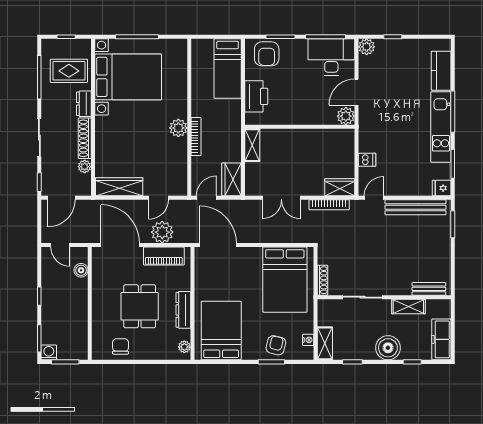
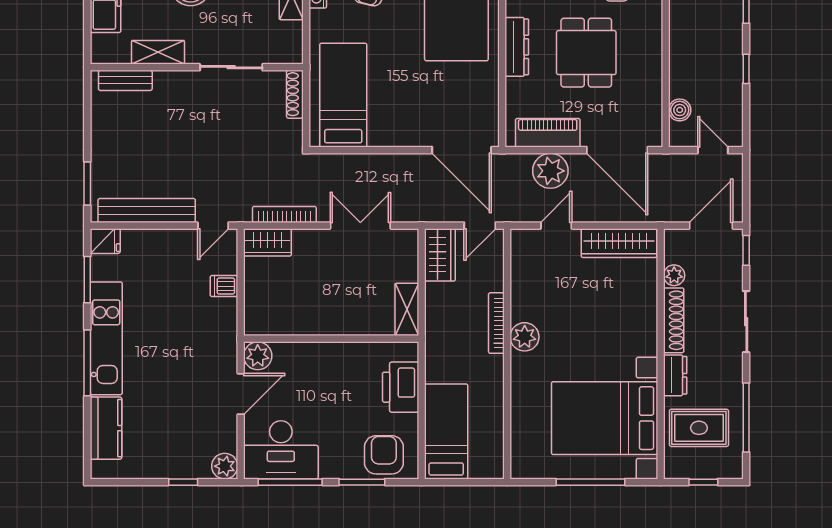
bed: (285, 280) -> (343, 95), width x0.67

